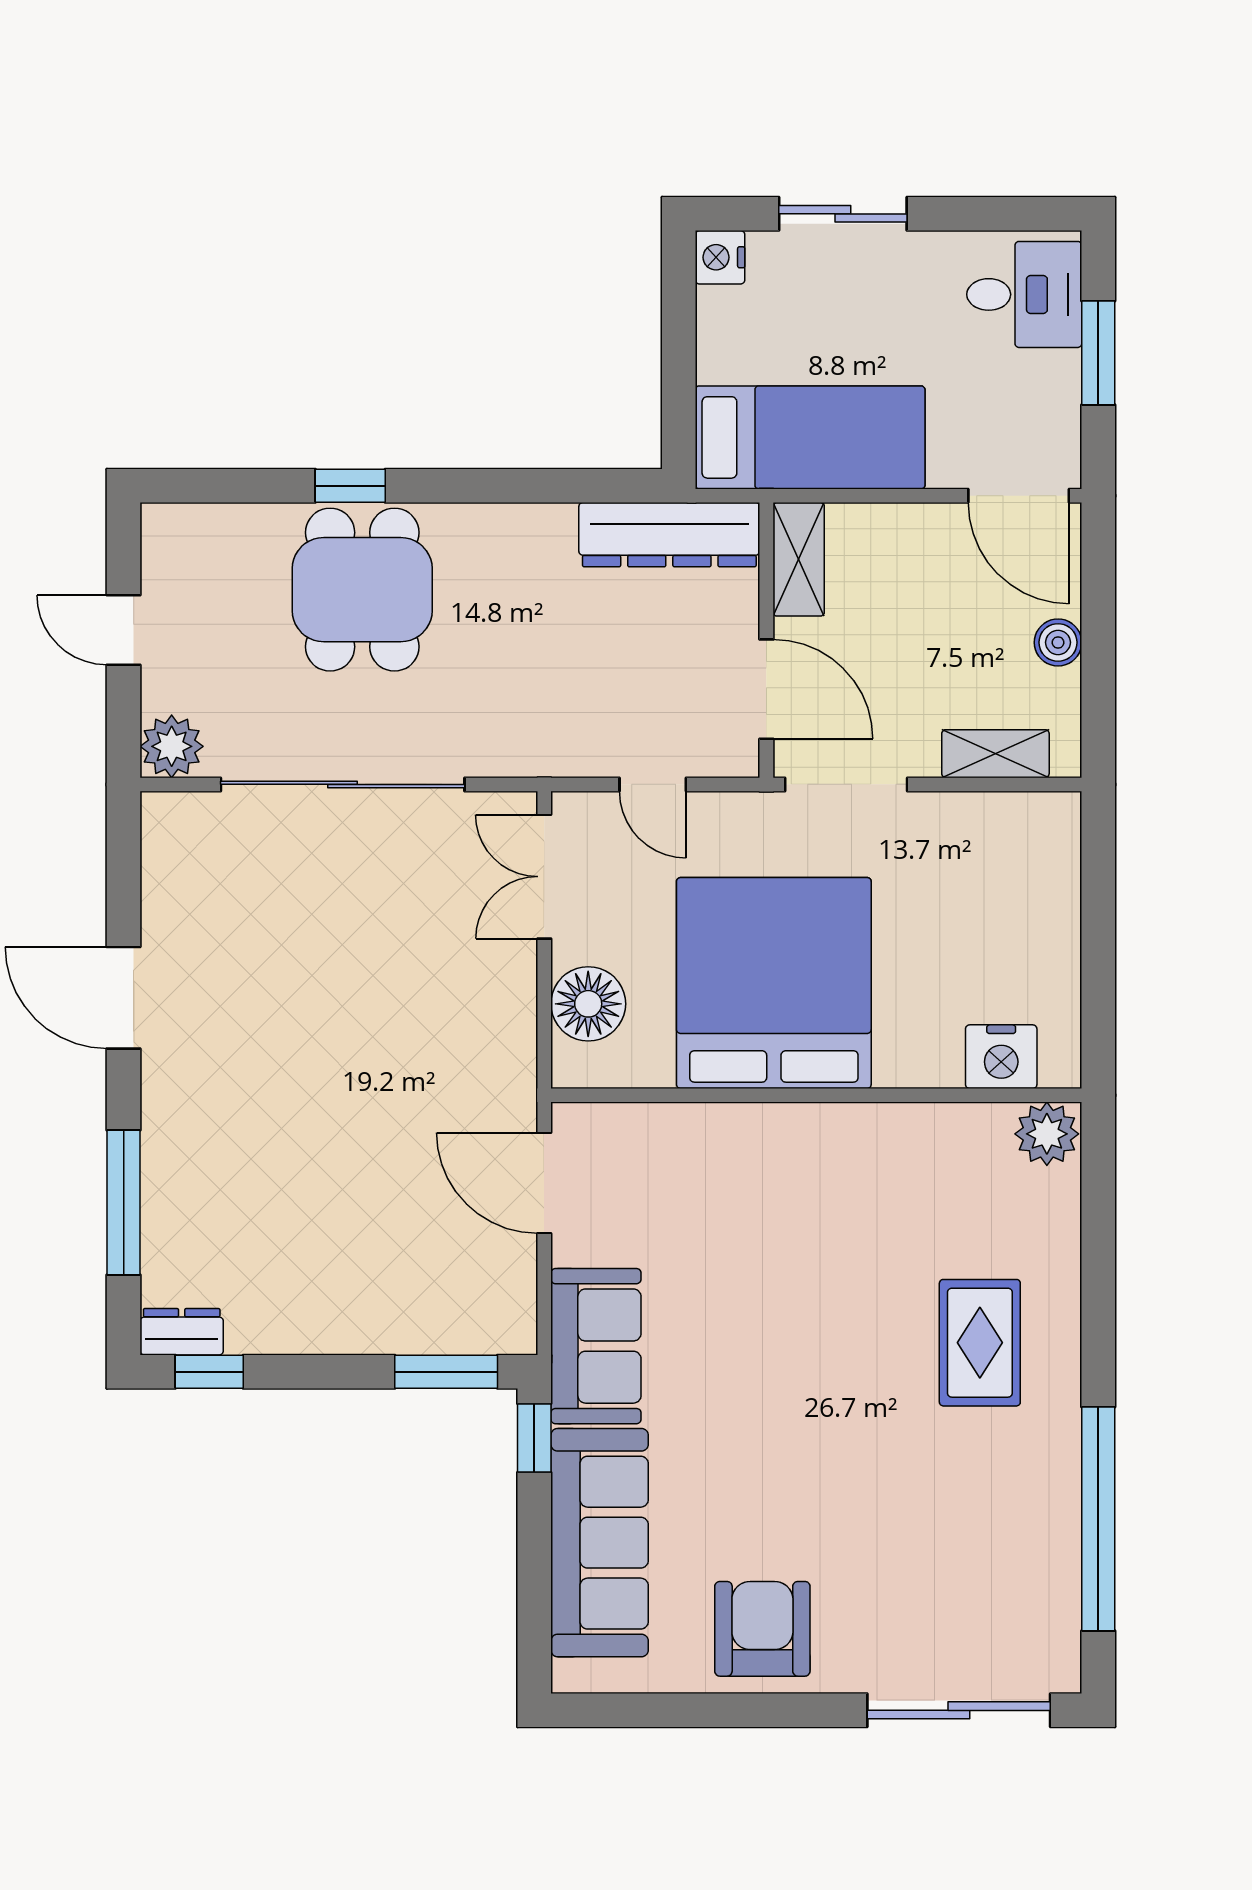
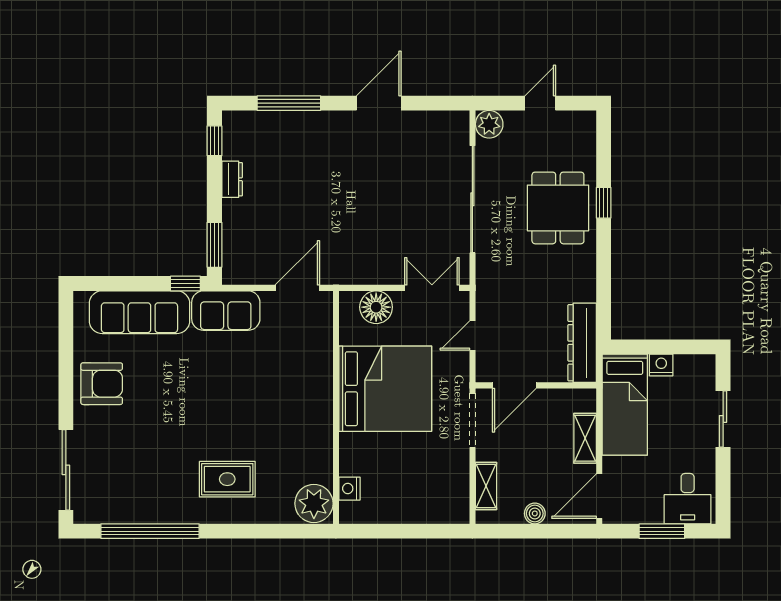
nightstand: (720, 257) -> (661, 365), moved
shelving: (799, 559) -> (585, 438), moved, turned 90
dining table: (362, 590) -> (558, 208), turned 90
nightstand: (1001, 1057) -> (349, 489), width x0.74, depth x0.75
plant: (1047, 1134) -> (314, 503), width x1.36, depth x1.36
dresser: (182, 1332) -> (232, 179), moved

